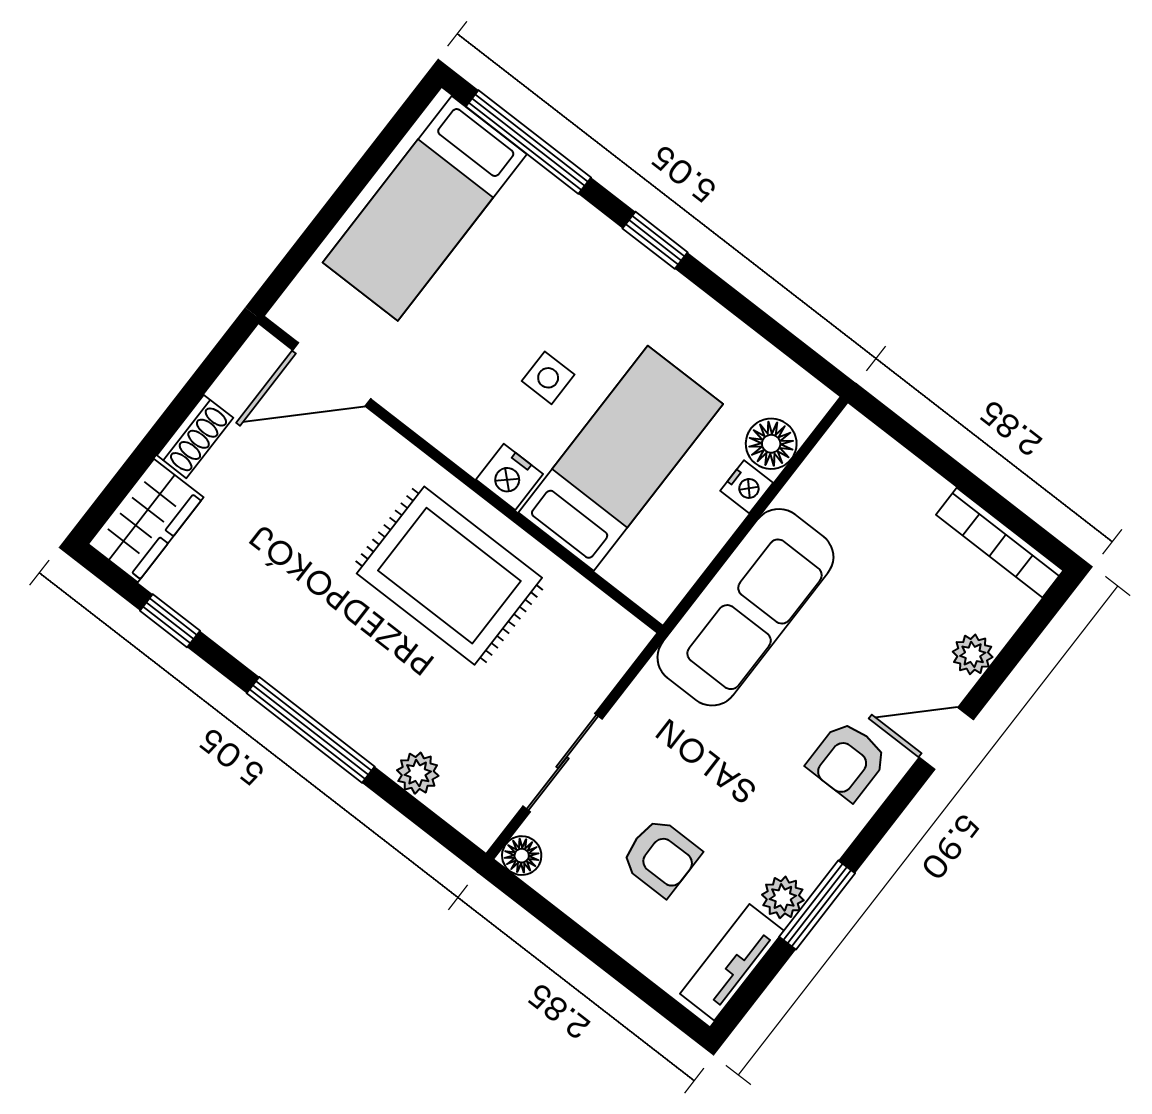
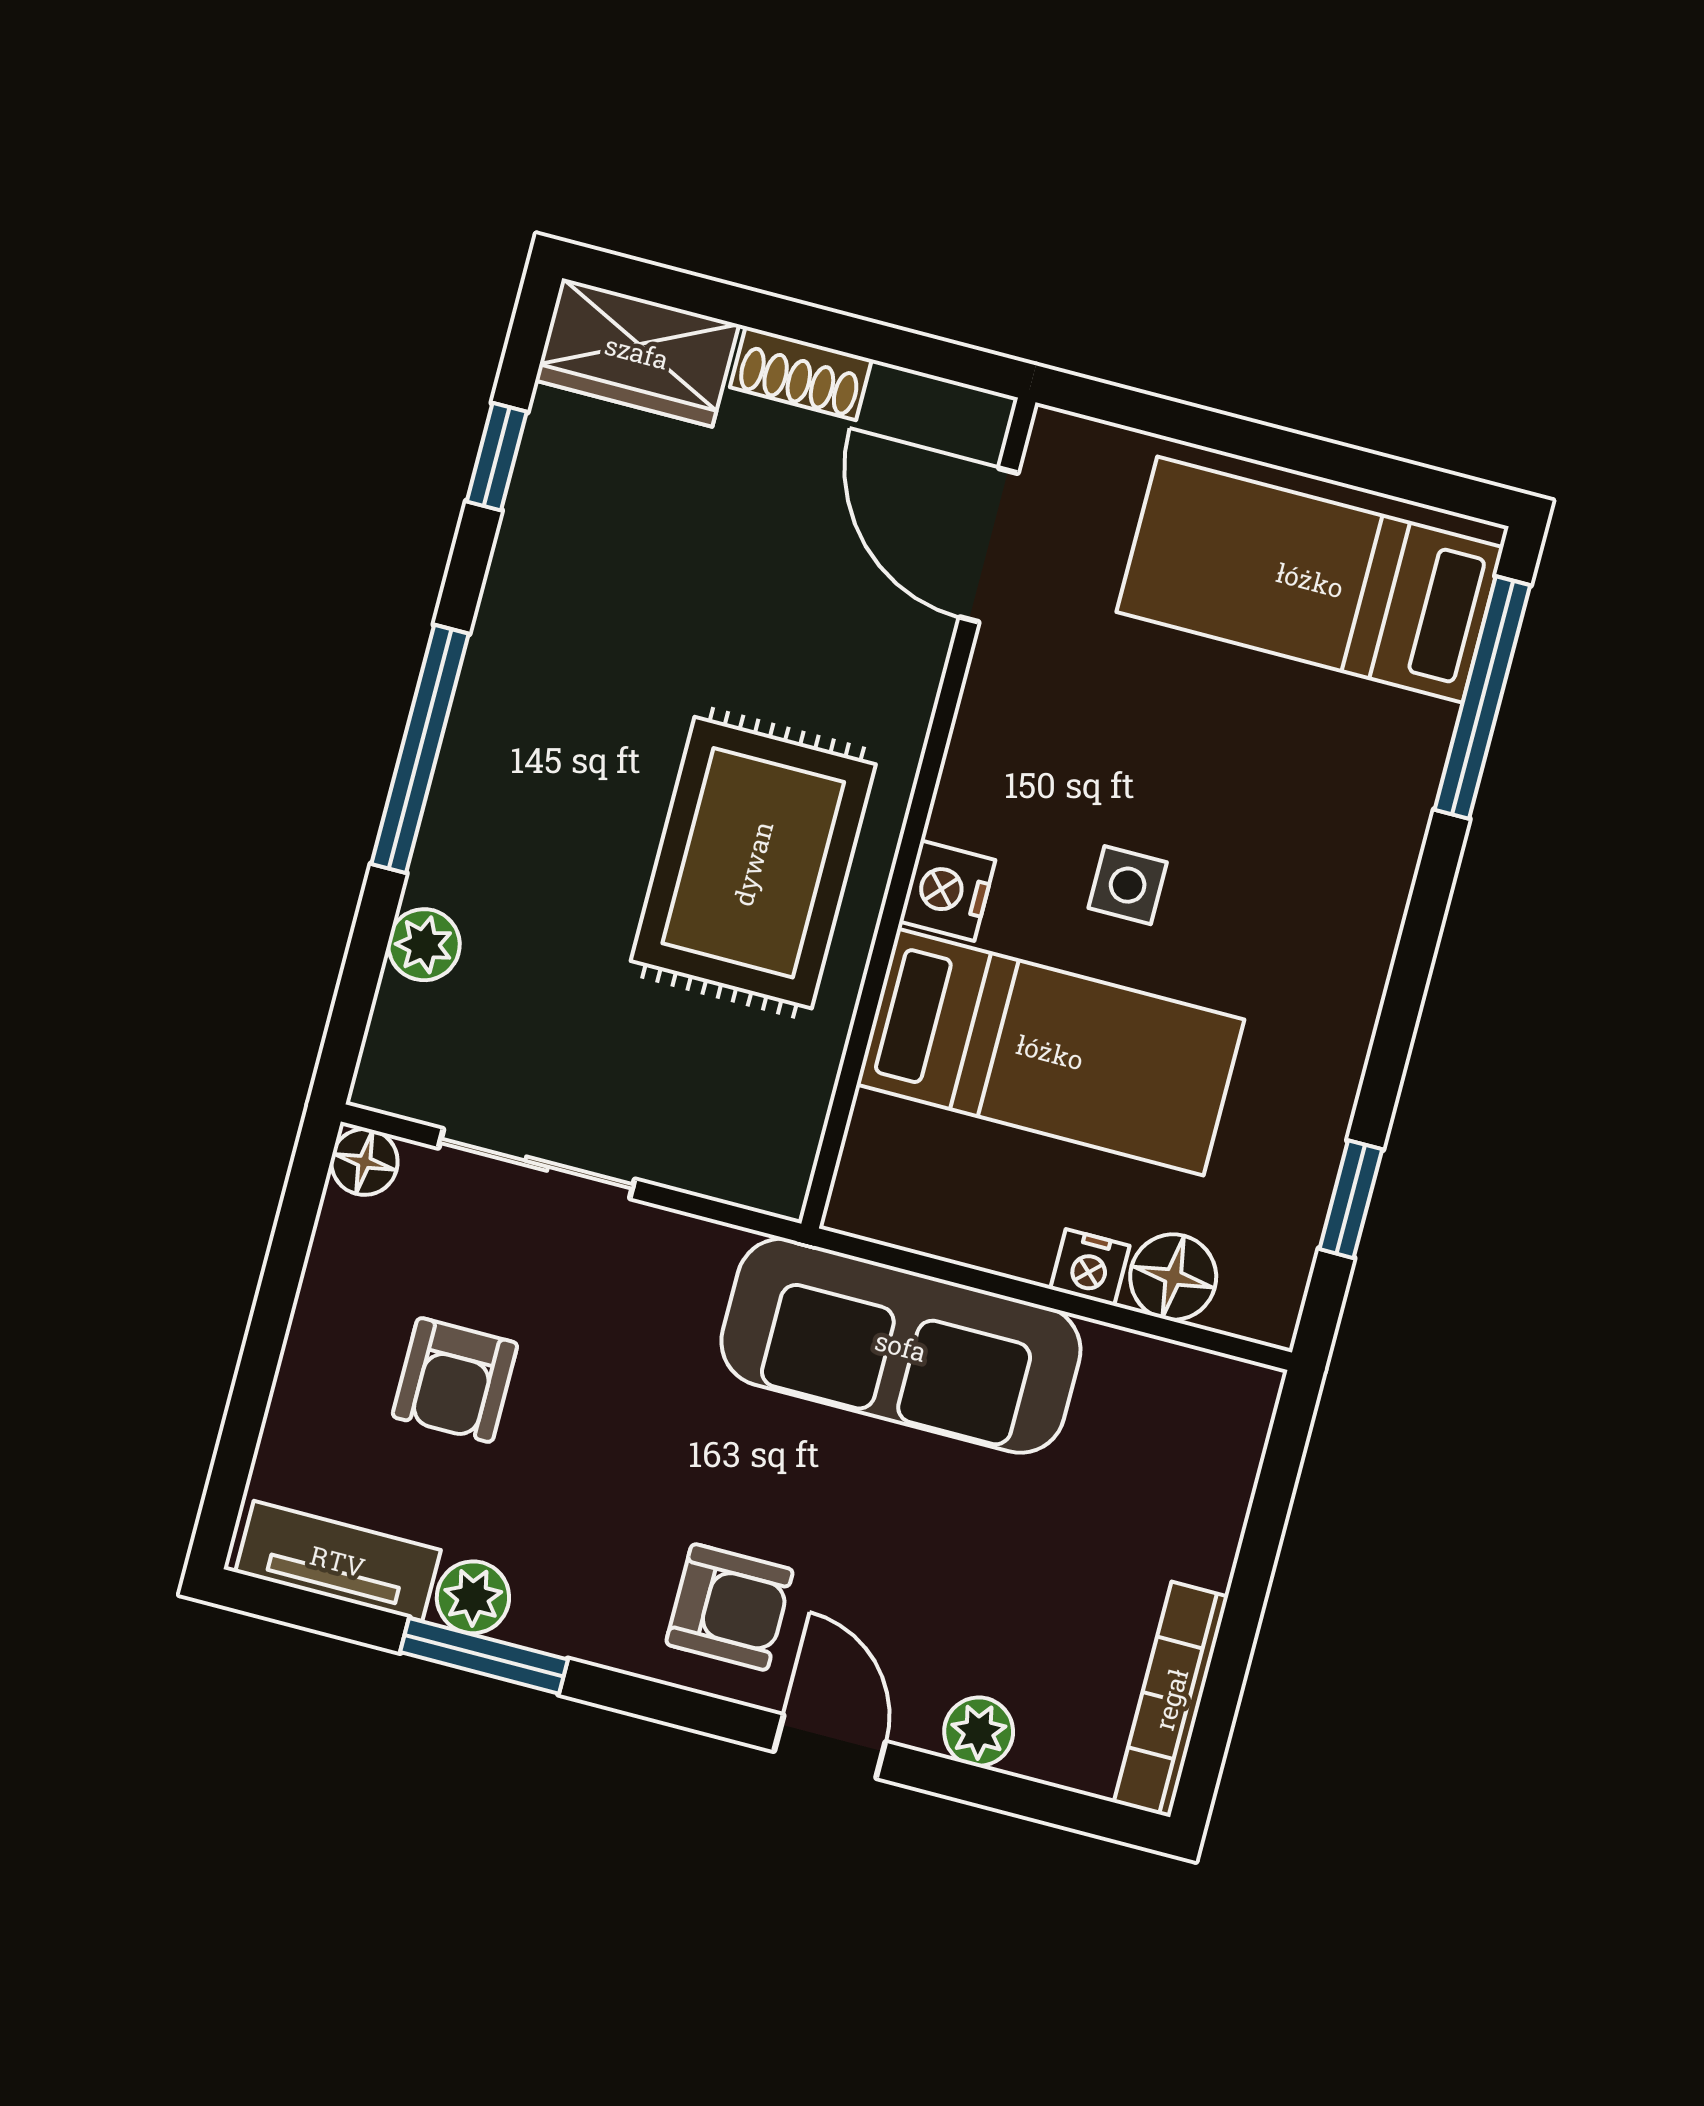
window: (655, 240) -> (1351, 1199), moved
armchair: (847, 761) -> (729, 1607), turned 180

